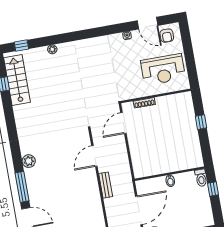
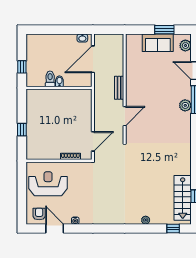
plant: (29, 161) -> (185, 105), moved
toilet: (201, 178) -> (50, 79), moved

